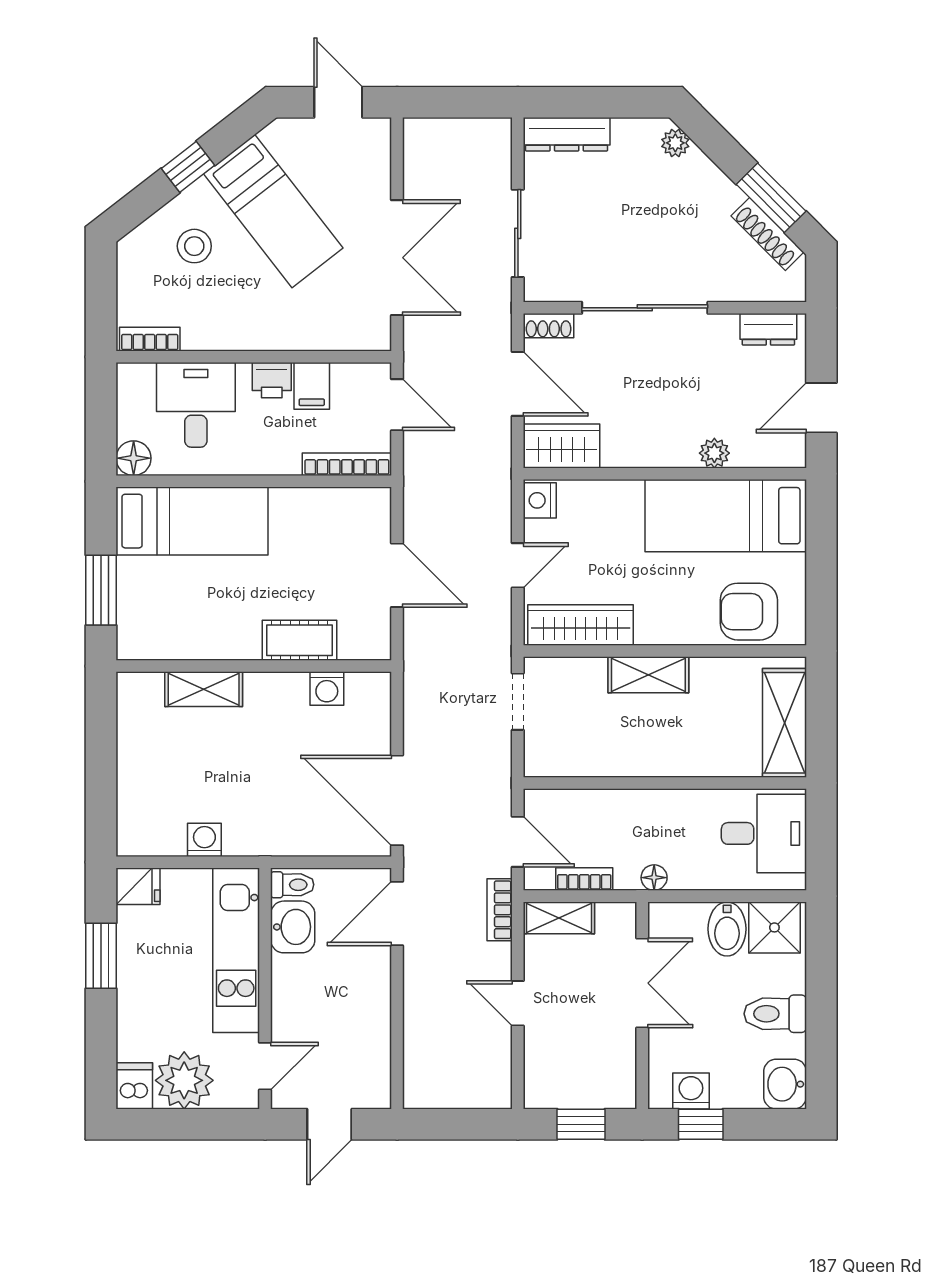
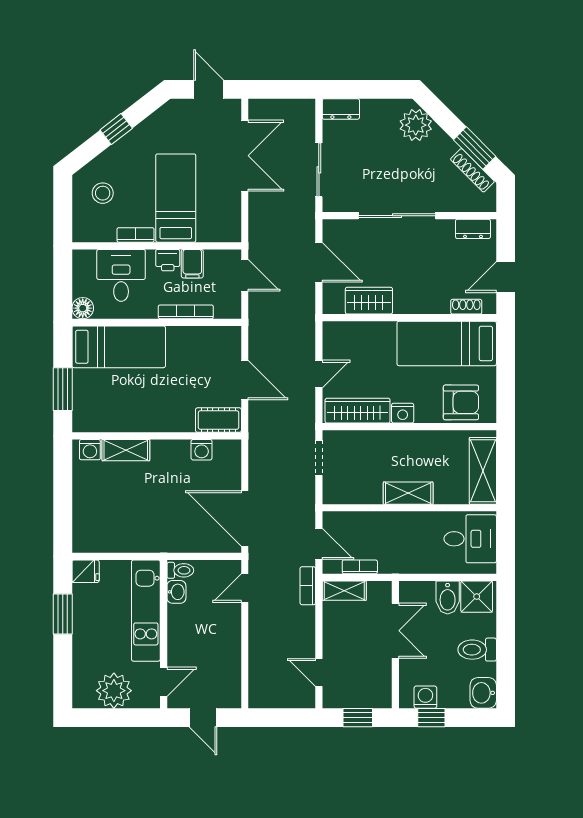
dresser: (567, 134) -> (341, 109), width x0.70
plant: (675, 143) -> (416, 125), width x1.87, depth x1.87
bed: (273, 211) -> (176, 198), moved, turned -142
stool: (194, 246) -> (103, 193), moved
double door: (397, 258) -> (245, 156), moved
shoe rack: (549, 326) -> (466, 307), moved, turned 180
bookcase: (150, 339) -> (136, 235), moved
wardrobe: (561, 446) -> (369, 301), moved
plant: (714, 453) -> (440, 305), removed
bookcase: (347, 464) -> (186, 312), moved
nightstand: (540, 500) -> (403, 413), moved, turned -90
armchair: (749, 612) -> (461, 402), turned 180
cot: (300, 640) -> (218, 420), moved
shelving: (648, 675) -> (408, 493), moved
washing machine: (204, 840) -> (90, 450), moved, turned 180
floor lamp: (654, 878) -> (403, 566), removed
door: (397, 914) -> (245, 588), width x0.73
washbasin: (293, 927) -> (176, 592), width x0.72, depth x0.69
door: (518, 1003) -> (319, 672), moved
dishwasher: (134, 1086) -> (83, 694), removed
door: (329, 1124) -> (203, 718), hinge flipped

